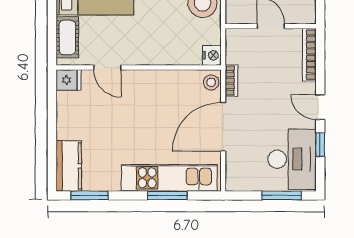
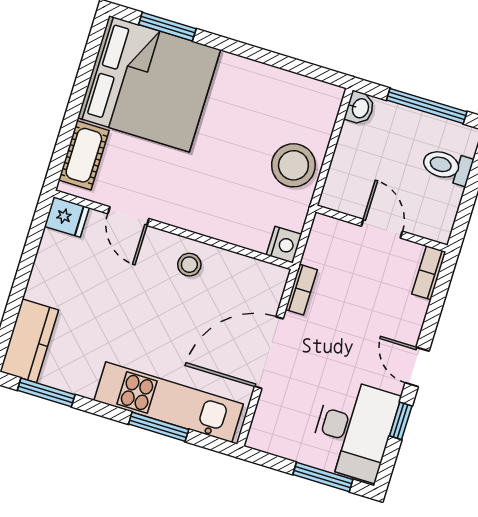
bookcase: (309, 55) -> (429, 273), width x0.64
stool: (211, 82) -> (189, 265), moved

